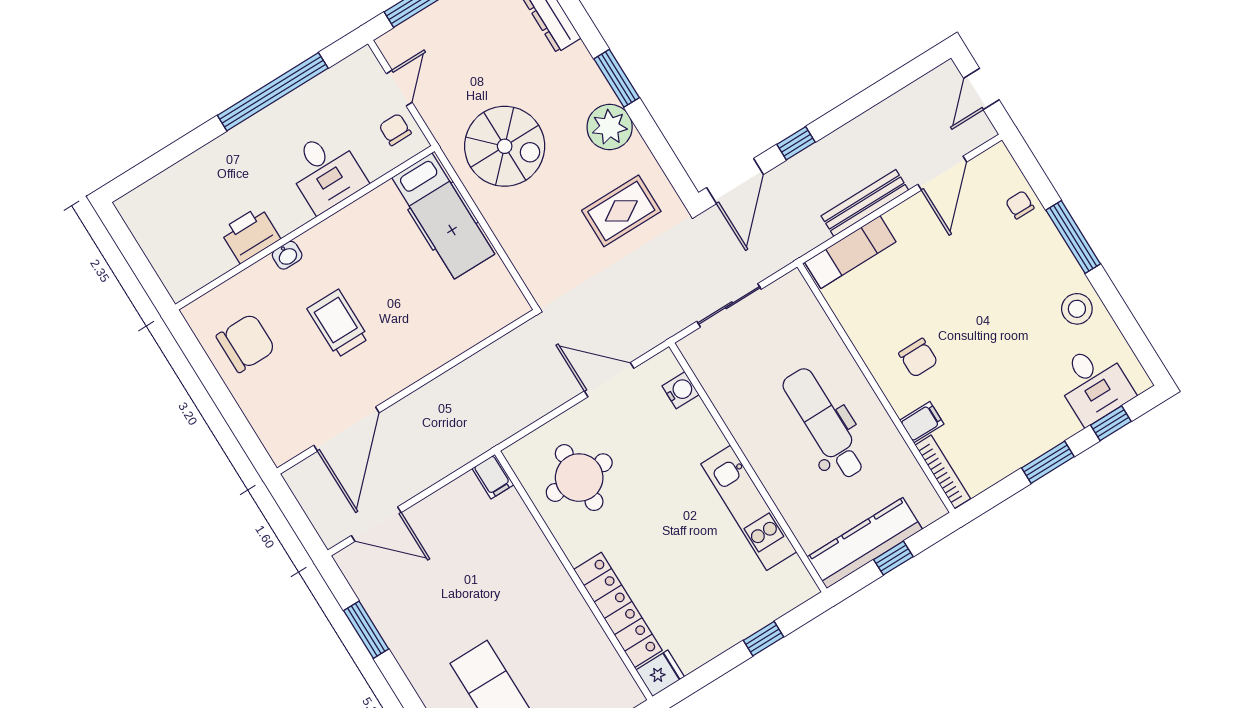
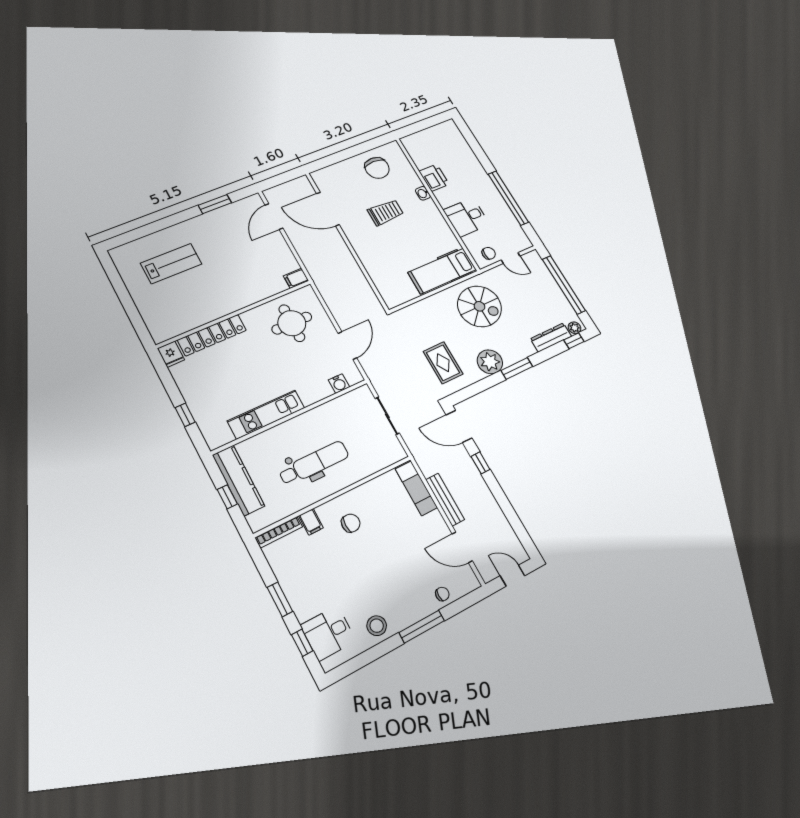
spiral stairs: (505, 146) -> (479, 306), turned -90
chair: (918, 358) -> (351, 523), turned 180

